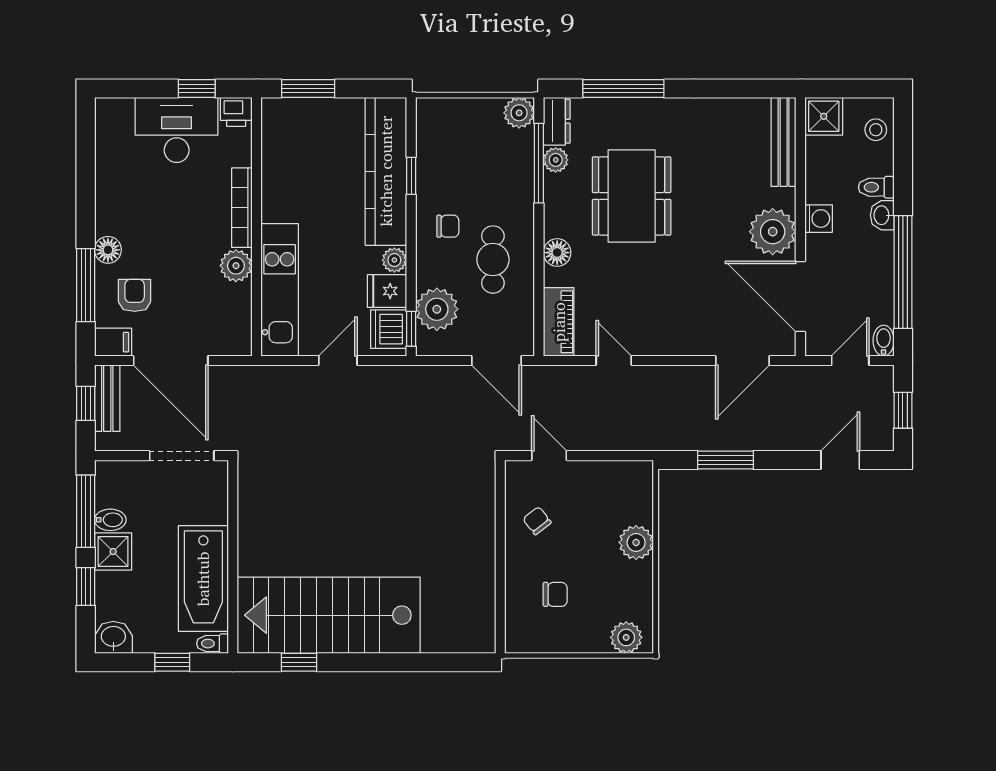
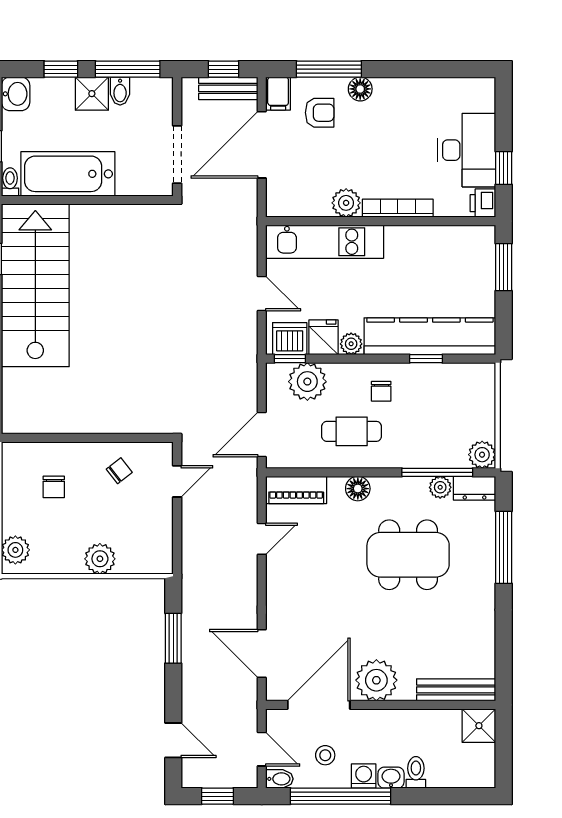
stool: (876, 130) -> (325, 755), moved
washing machine: (819, 219) -> (364, 776), moved, turned 180

